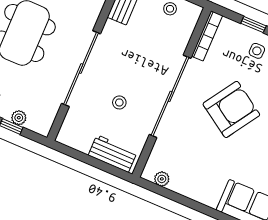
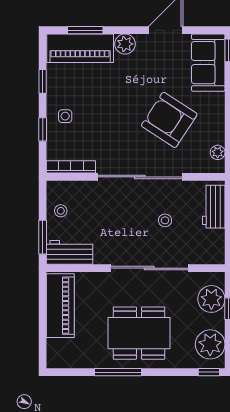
armchair: (231, 109) -> (169, 120), moved
plant: (19, 118) -> (211, 299), width x1.88, depth x1.88

